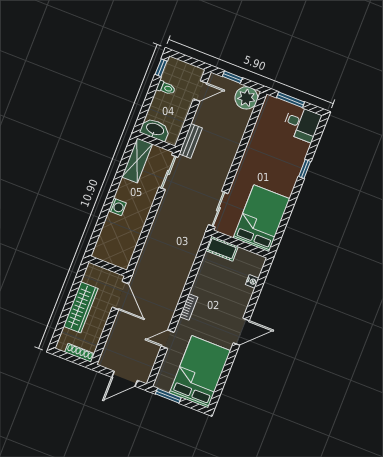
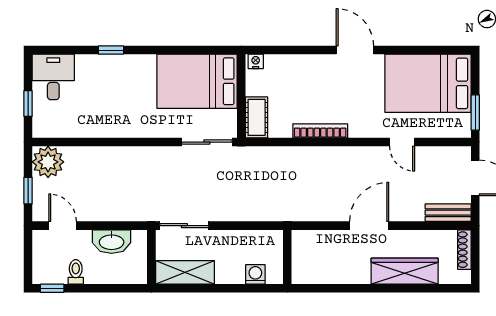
window: (290, 100) -> (28, 104), width x0.67
washbasin: (155, 129) -> (112, 242), moved, turned -90
bench: (191, 141) -> (448, 213), moved
wall: (108, 266) -> (287, 257), moved
nightstand: (252, 281) -> (256, 61), moved
bookcase: (189, 307) -> (320, 131), moved, width x1.56

